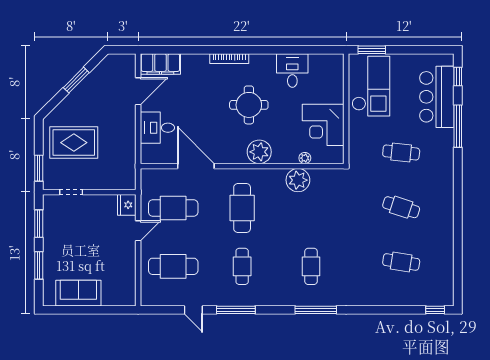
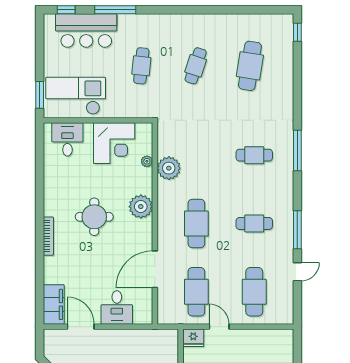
desk: (292, 71) -> (67, 139), moved, turned 90
cafe table: (242, 208) -> (196, 223), turned 90
cafe table: (401, 262) -> (250, 66), width x1.37, depth x1.35

